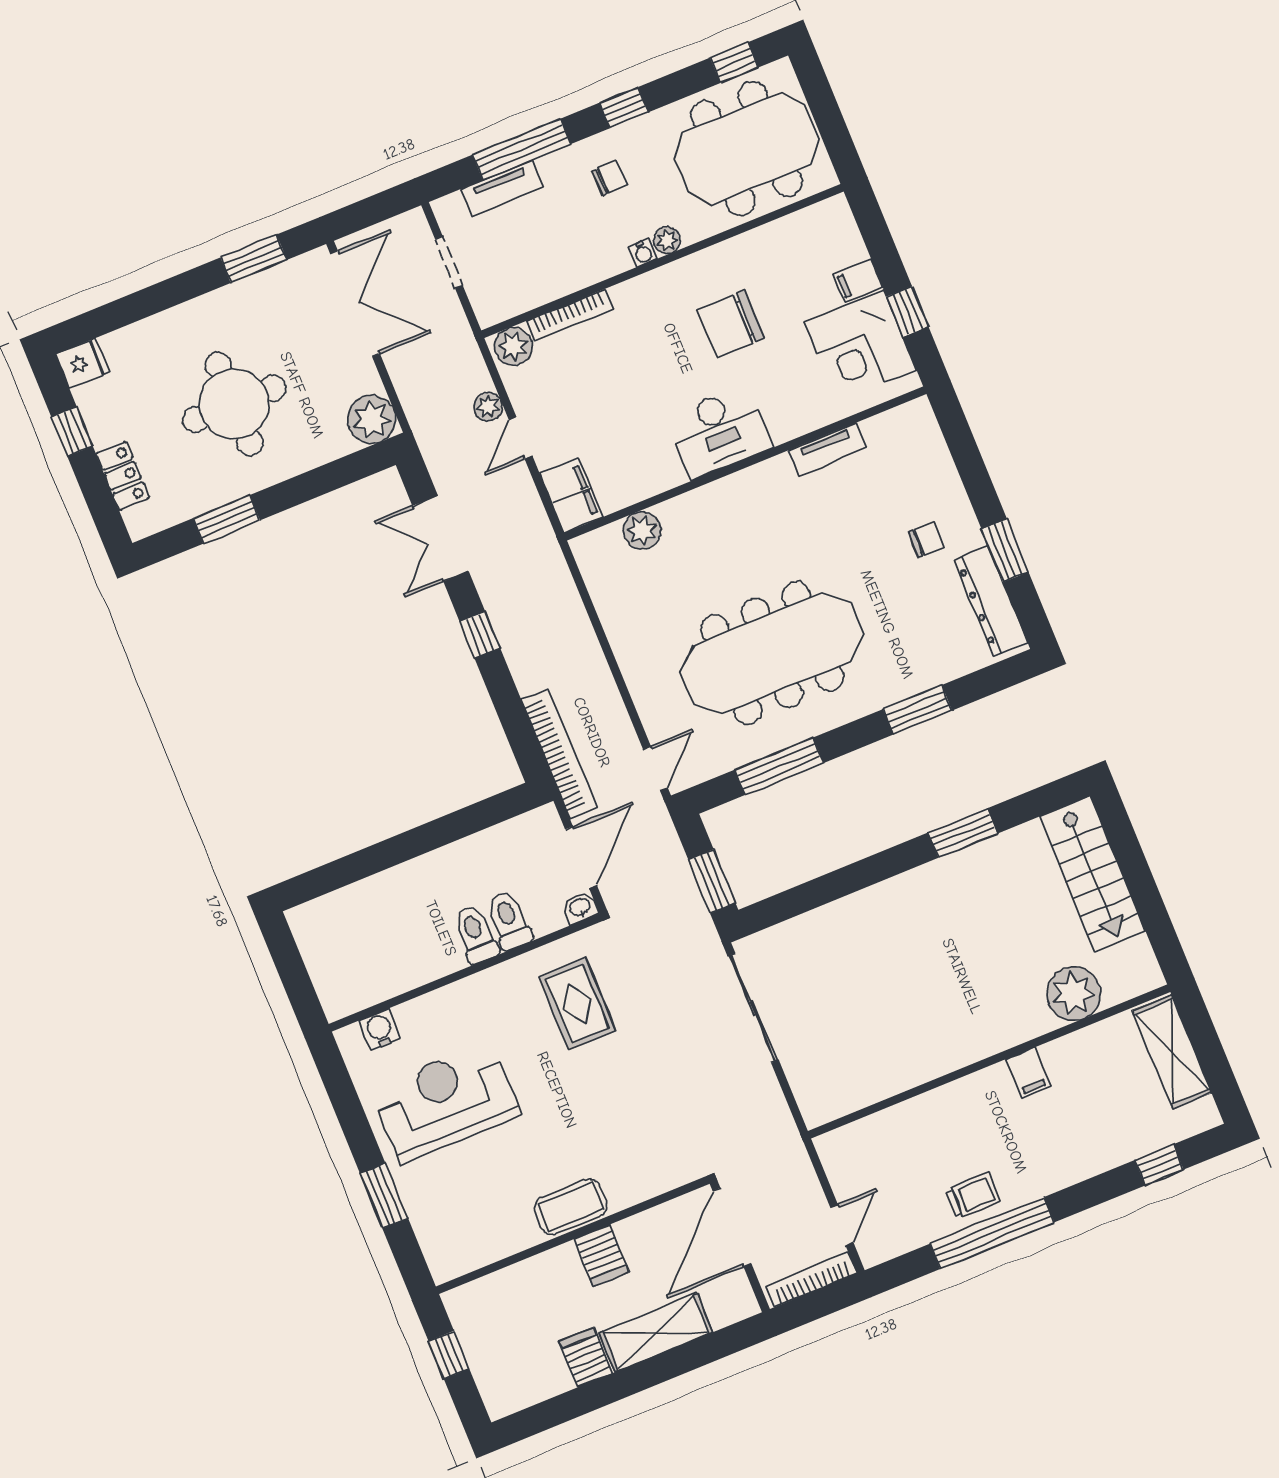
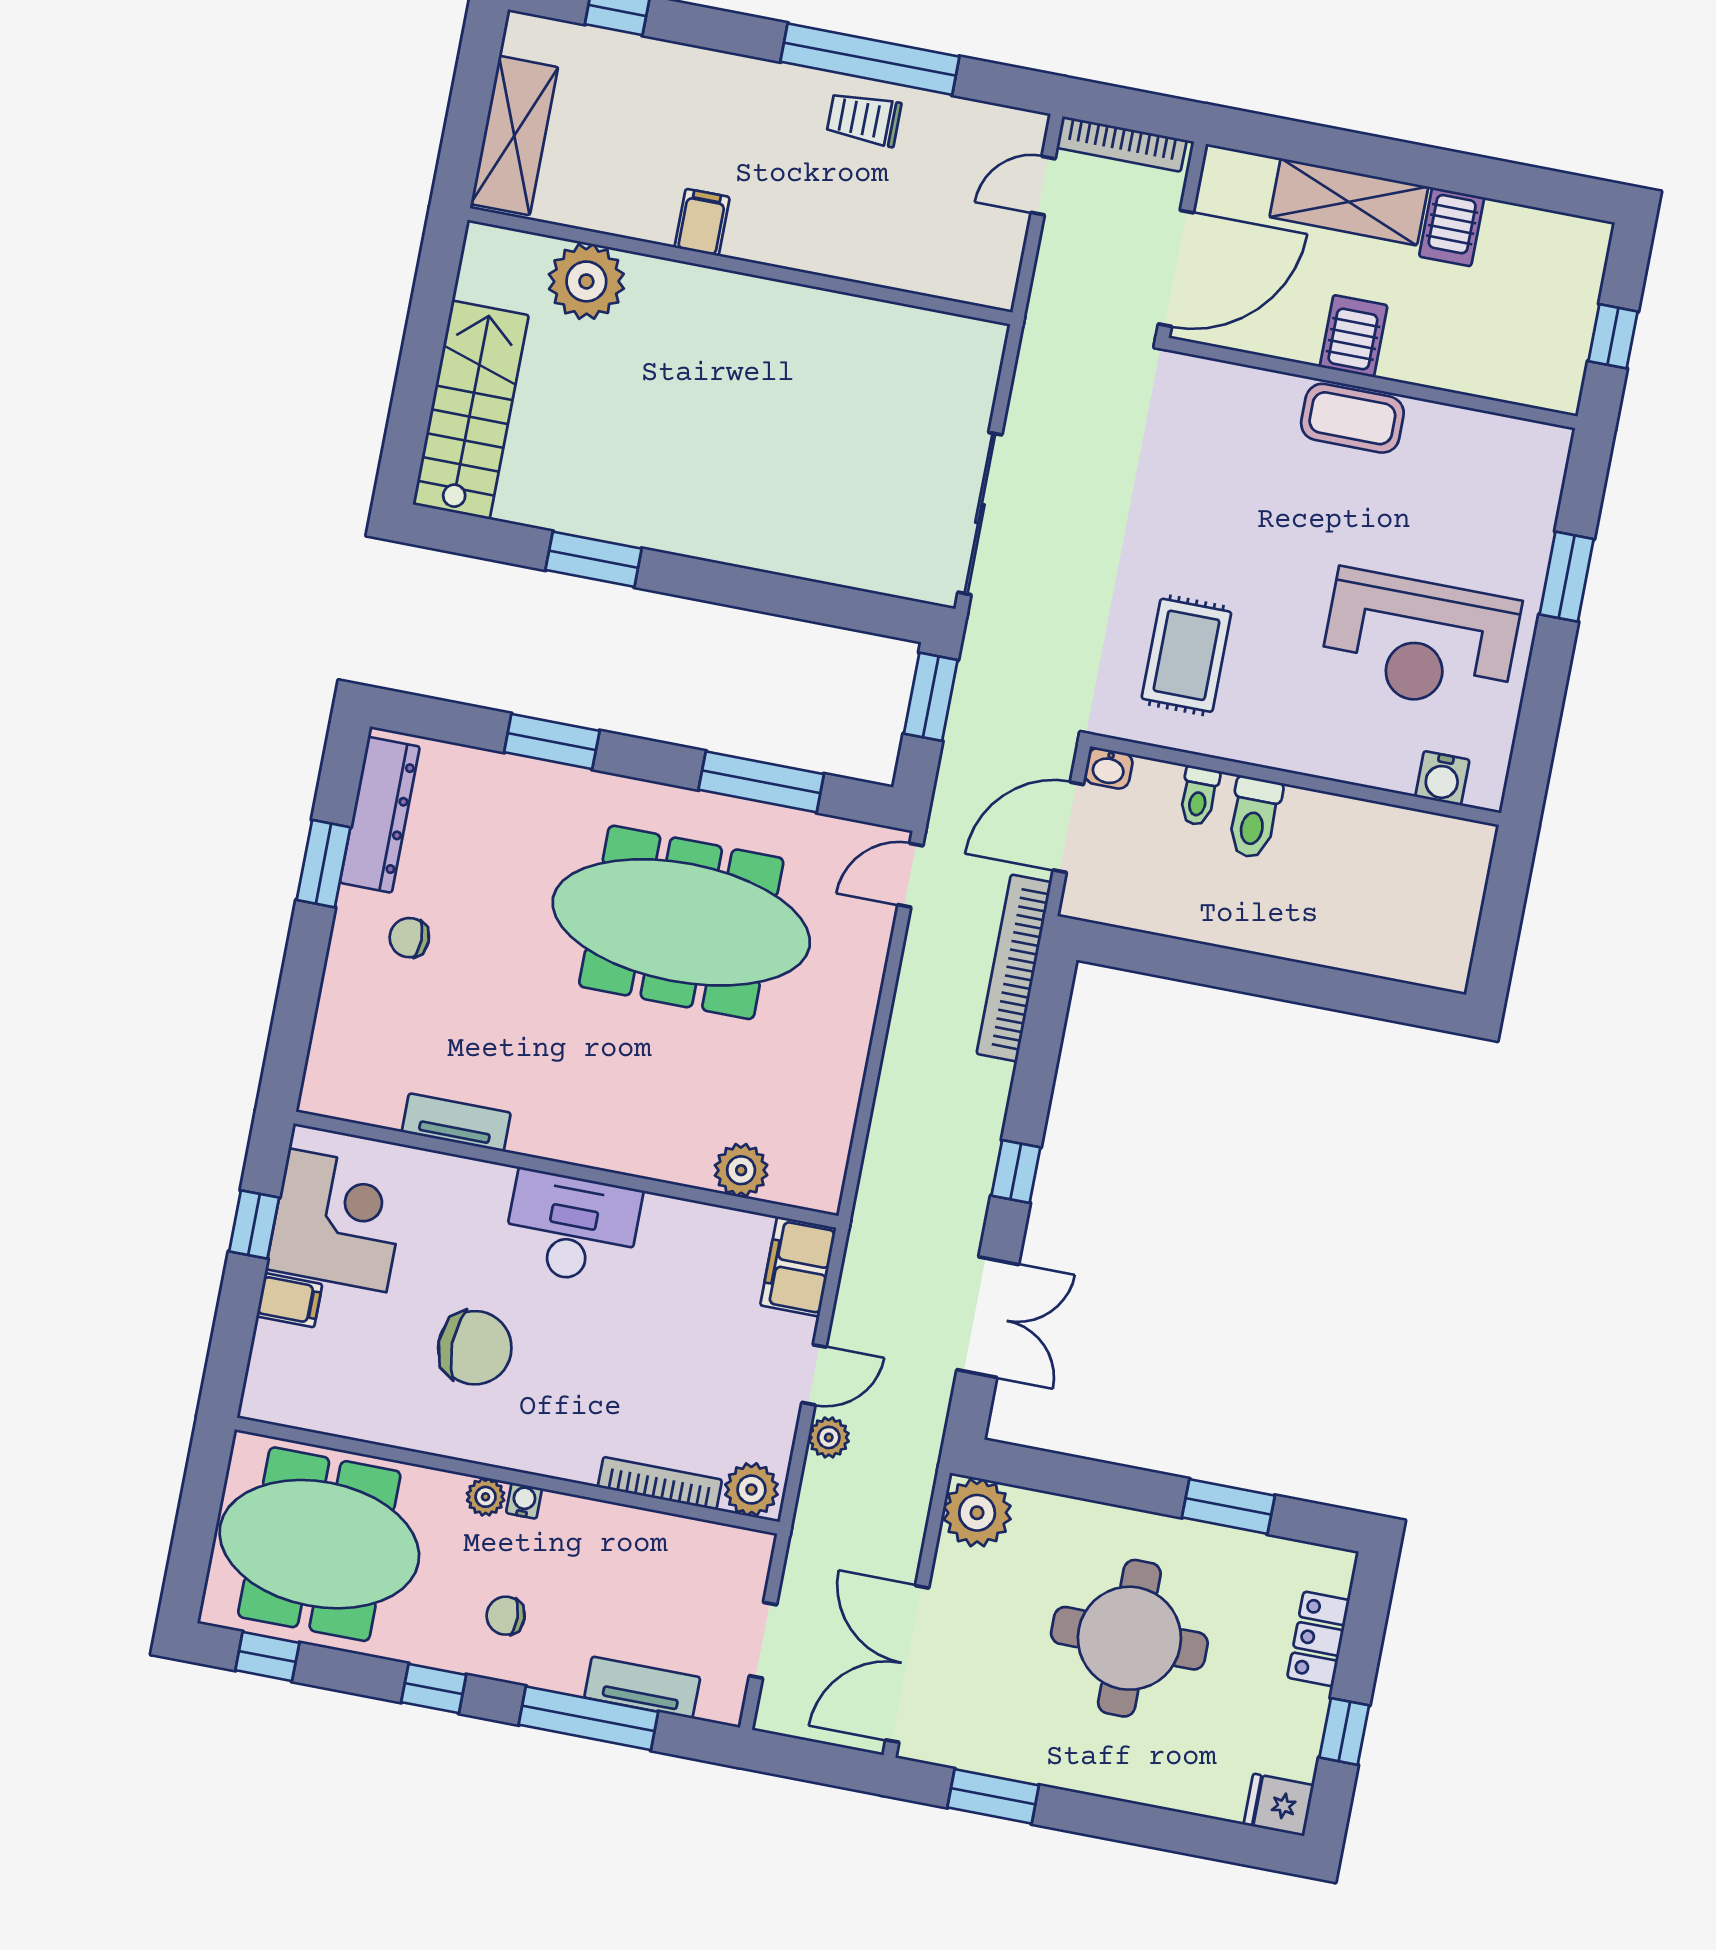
toilet: (509, 920) -> (1199, 796), width x0.73, depth x0.72

